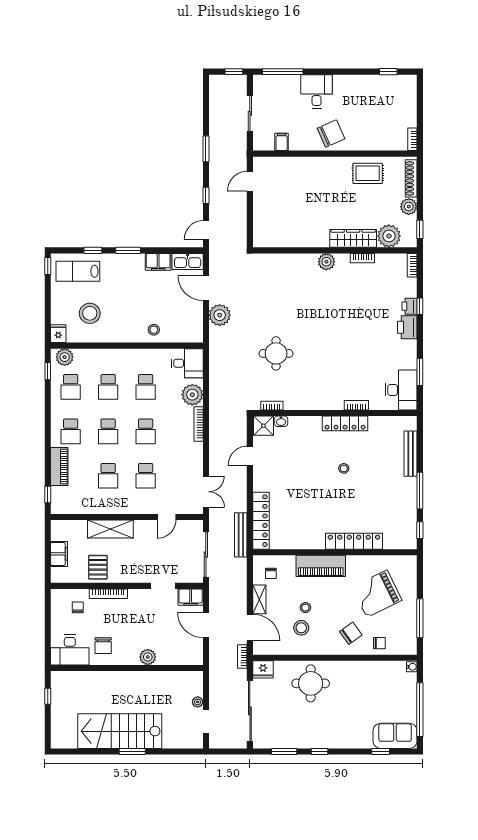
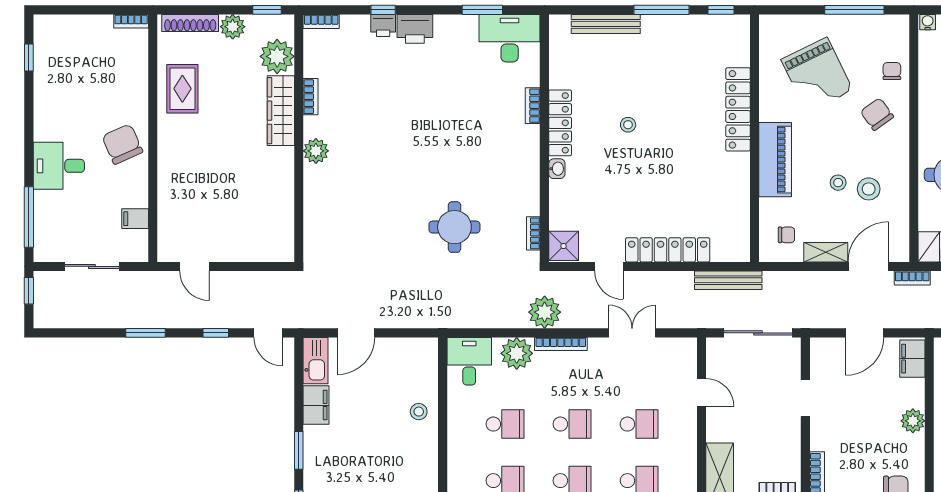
plant: (220, 315) -> (545, 312), moved
washbasin: (281, 421) -> (557, 169), moved
double door: (206, 492) -> (632, 333), moved
locker: (261, 521) -> (668, 250), moved
filing cabinet: (191, 597) -> (912, 359), moved, turned 180

